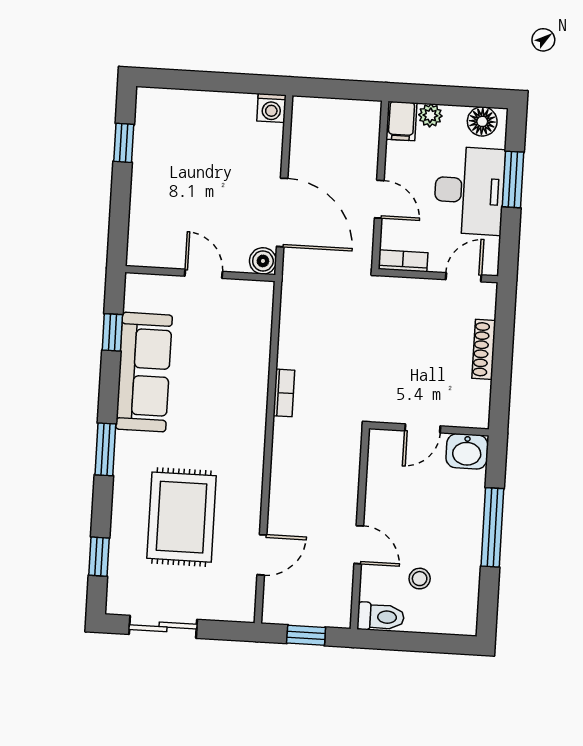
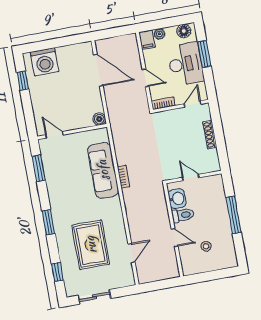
washing machine: (271, 108) -> (45, 62), moved, width x1.89, depth x1.89
door: (282, 212) -> (98, 70), moved
door: (204, 274) -> (54, 135), moved
window: (112, 332) -> (39, 168), width x1.50
sofa: (144, 372) -> (103, 170), moved, turned 180
door: (423, 428) -> (191, 178), swing flipped
washbasin: (467, 451) -> (177, 199), moved, turned -90
toilet: (381, 617) -> (183, 215), moved
window: (306, 635) -> (161, 285), removed

